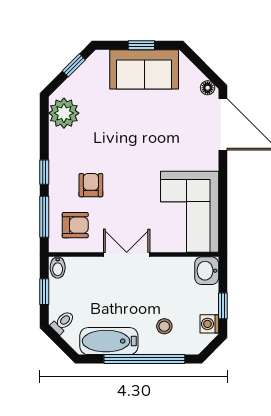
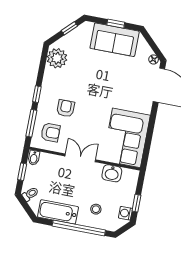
washbasin: (207, 271) -> (112, 173), moved, turned -90

